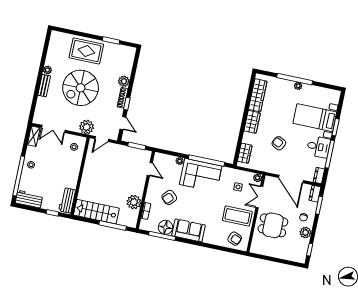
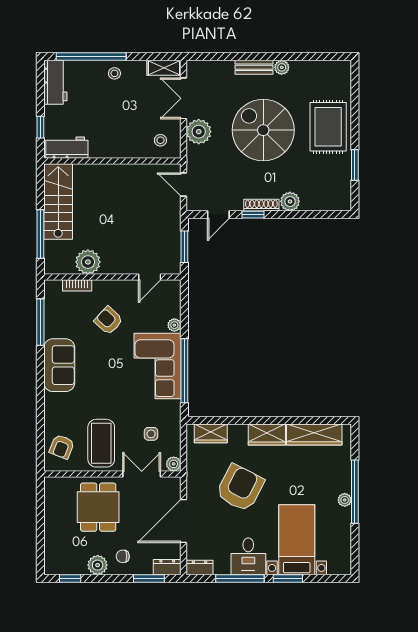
plant: (87, 127) -> (199, 132), moved
armchair: (279, 143) -> (240, 488), width x1.88, depth x1.88
floor lamp: (165, 227) -> (56, 325), removed

